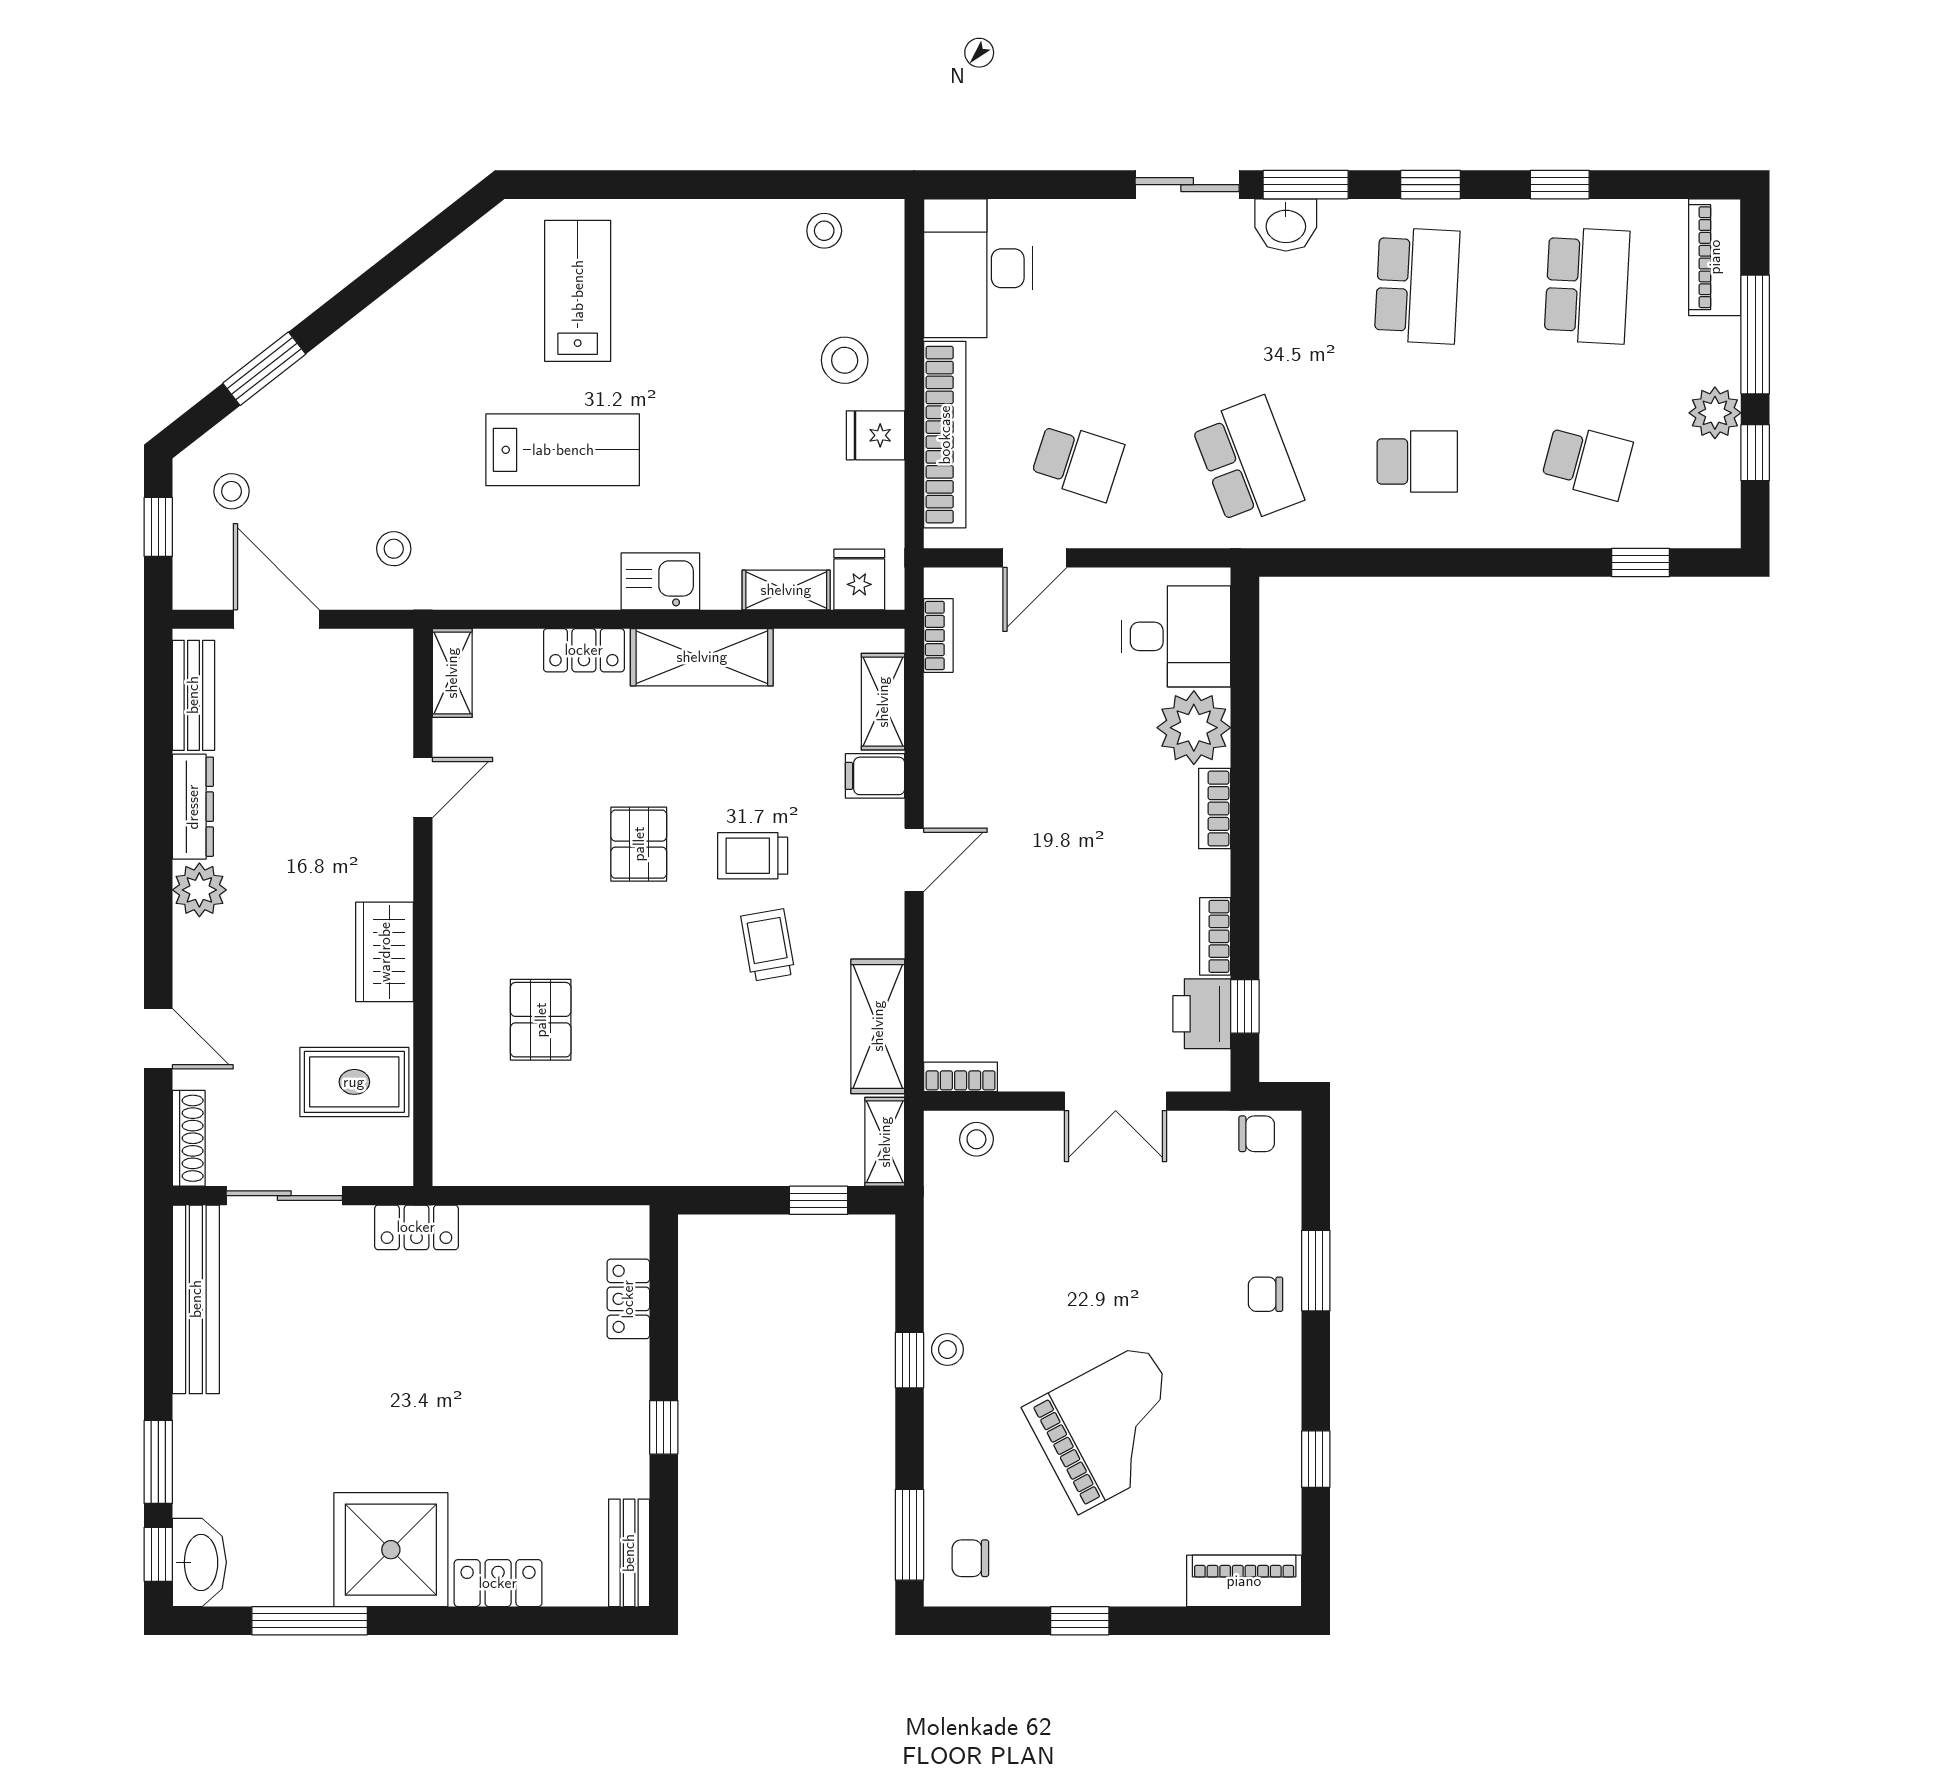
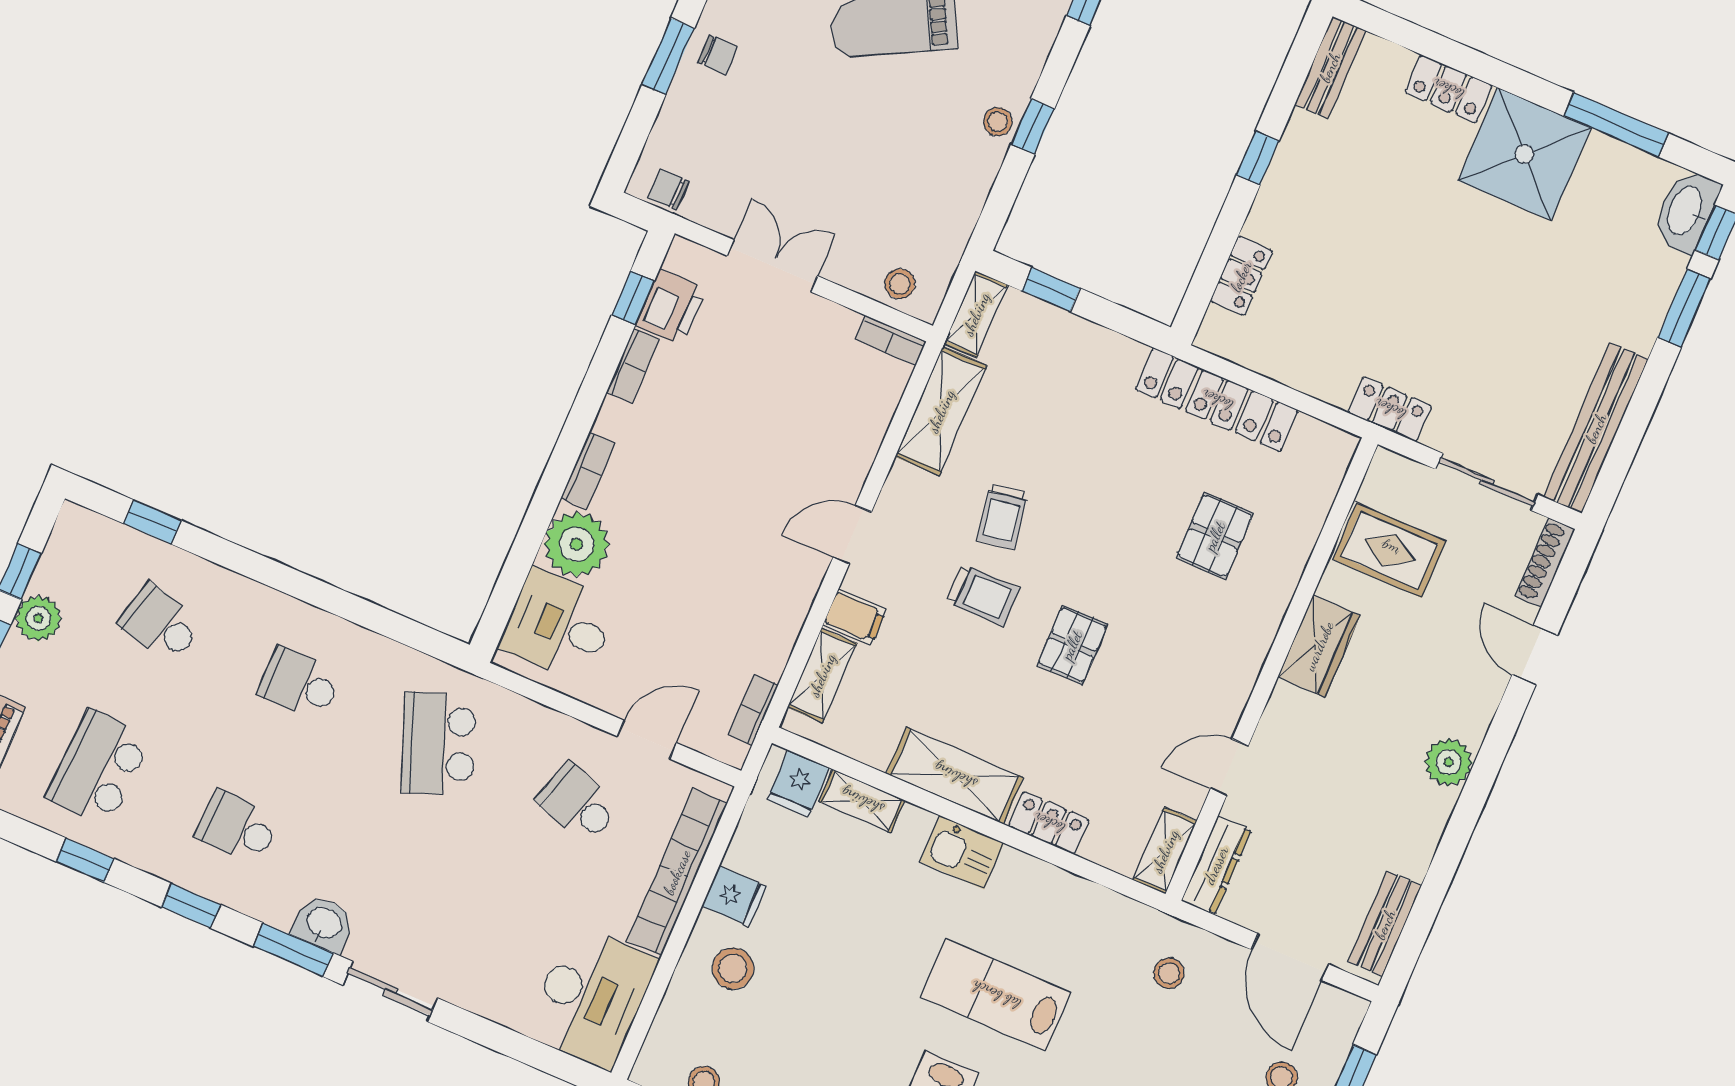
school desk: (1417, 286) -> (238, 828), width x0.54
dresser: (193, 807) -> (1216, 865), moved, turned 180
locker: (599, 1160) -> (1217, 400), added

